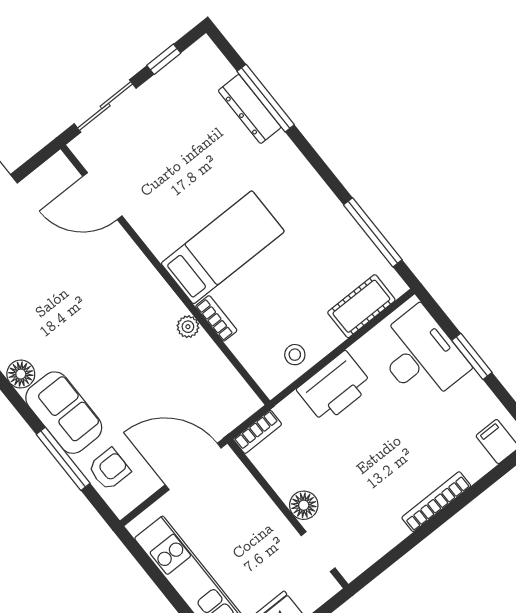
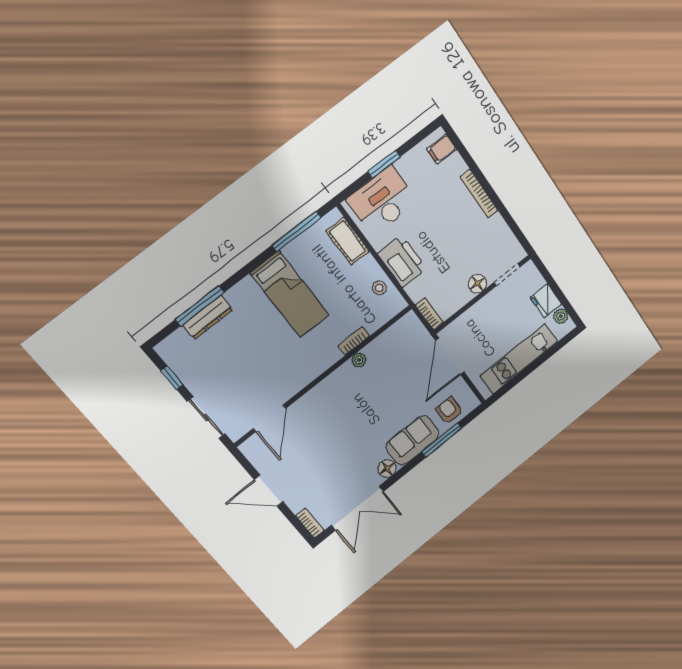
bed: (223, 247) -> (290, 294), moved, turned 180

